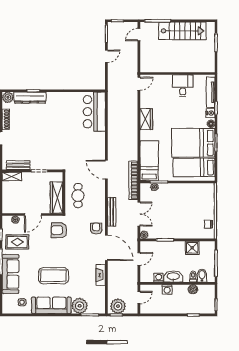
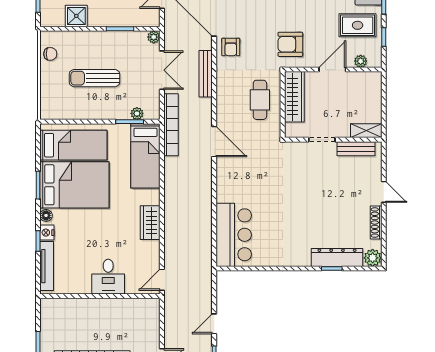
desk: (183, 86) -> (108, 277), moved
sun lounger: (181, 209) -> (94, 78), added
double door: (139, 214) -> (162, 70), swing flipped
armchair: (59, 230) -> (290, 44), turned 180

